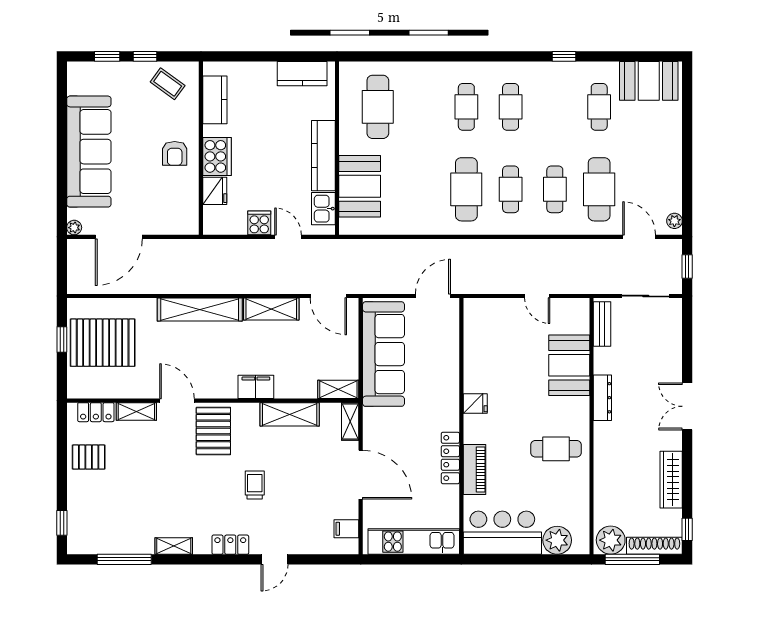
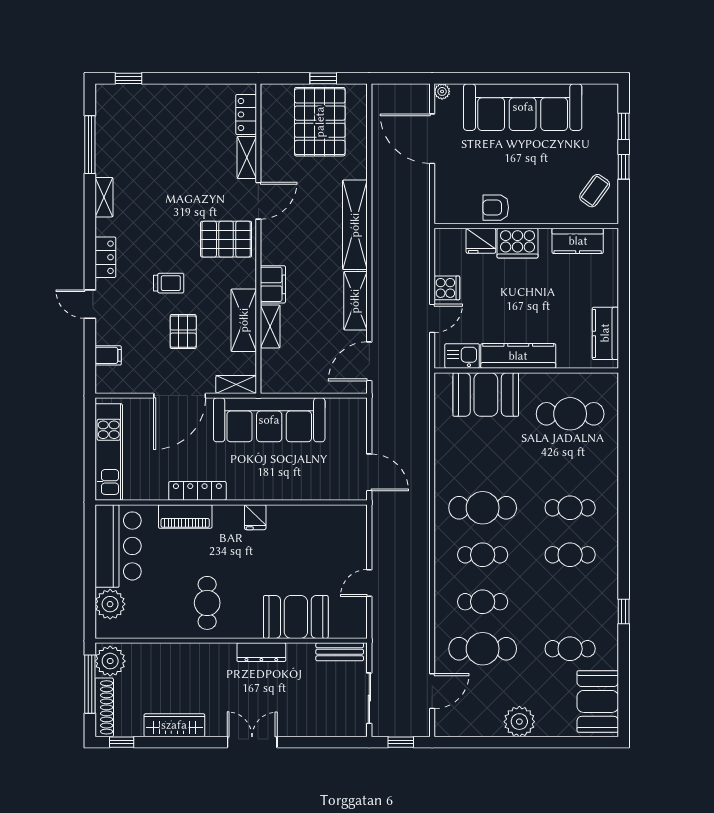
armchair: (175, 153) -> (496, 208), moved
plant: (674, 221) -> (519, 722), moved, width x1.88, depth x1.88
sofa: (383, 354) -> (269, 420), moved
shelving: (338, 389) -> (270, 326), moved
pallet: (89, 457) -> (183, 332), moved
filing cabinet: (346, 529) -> (108, 355), moved, turned 90

